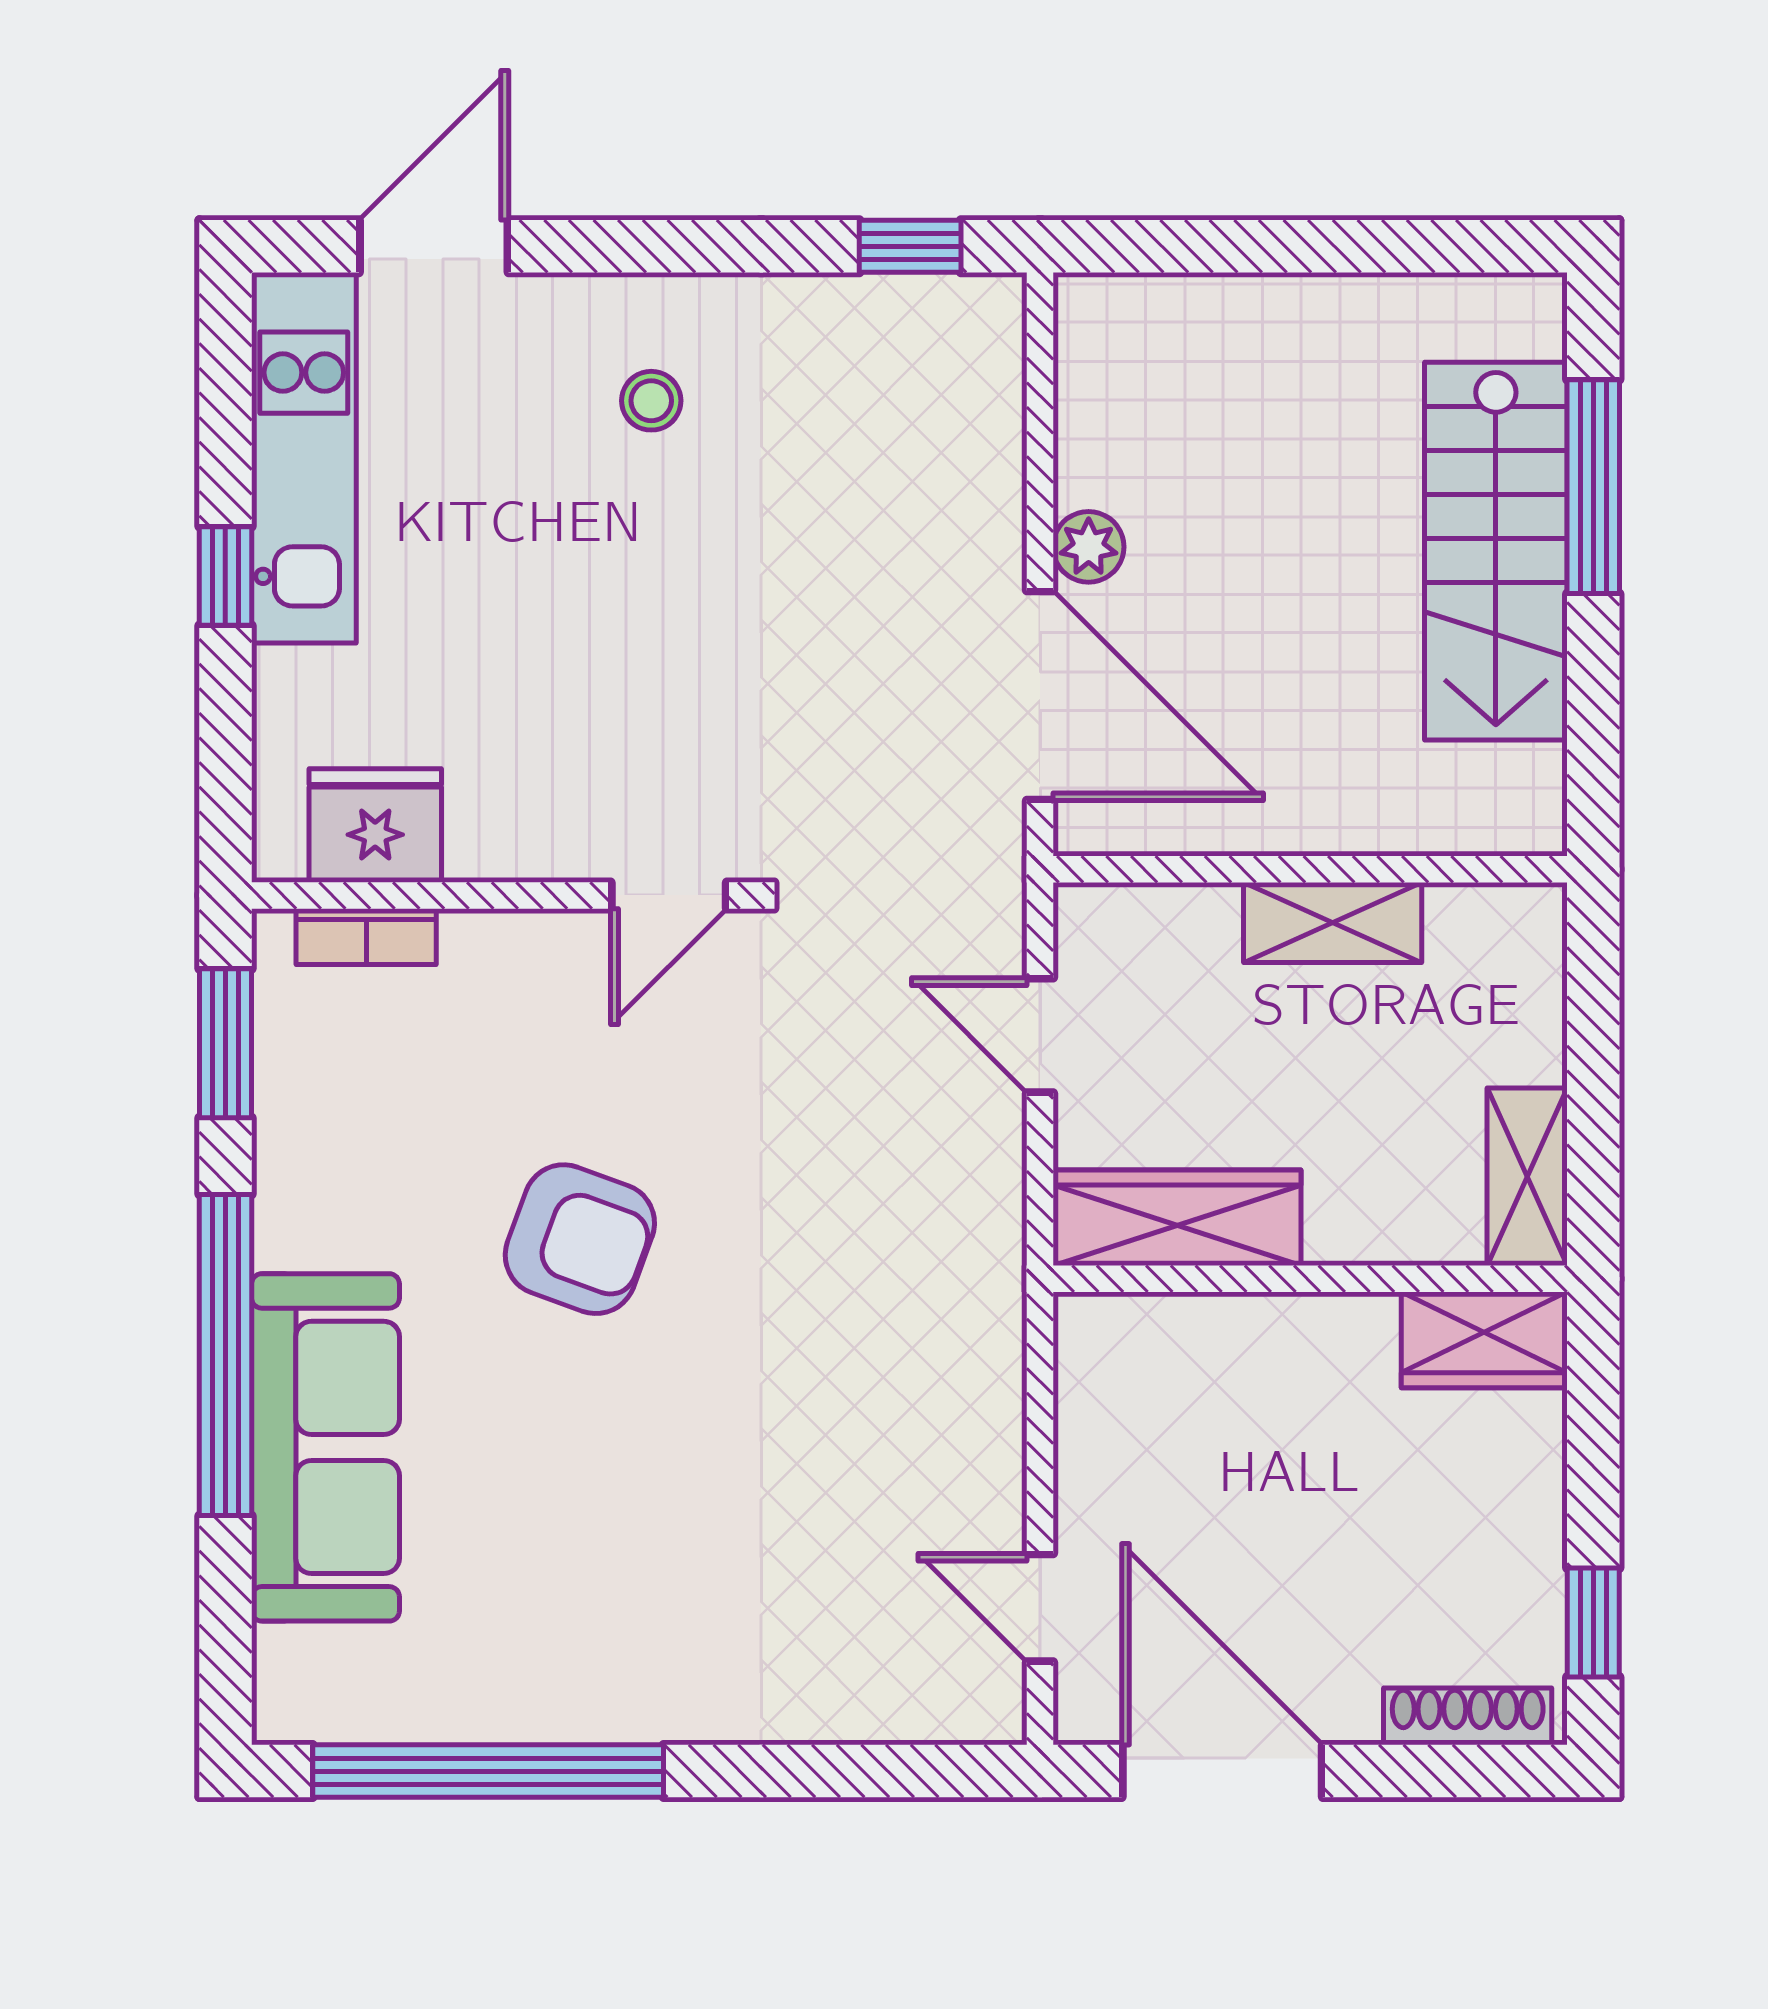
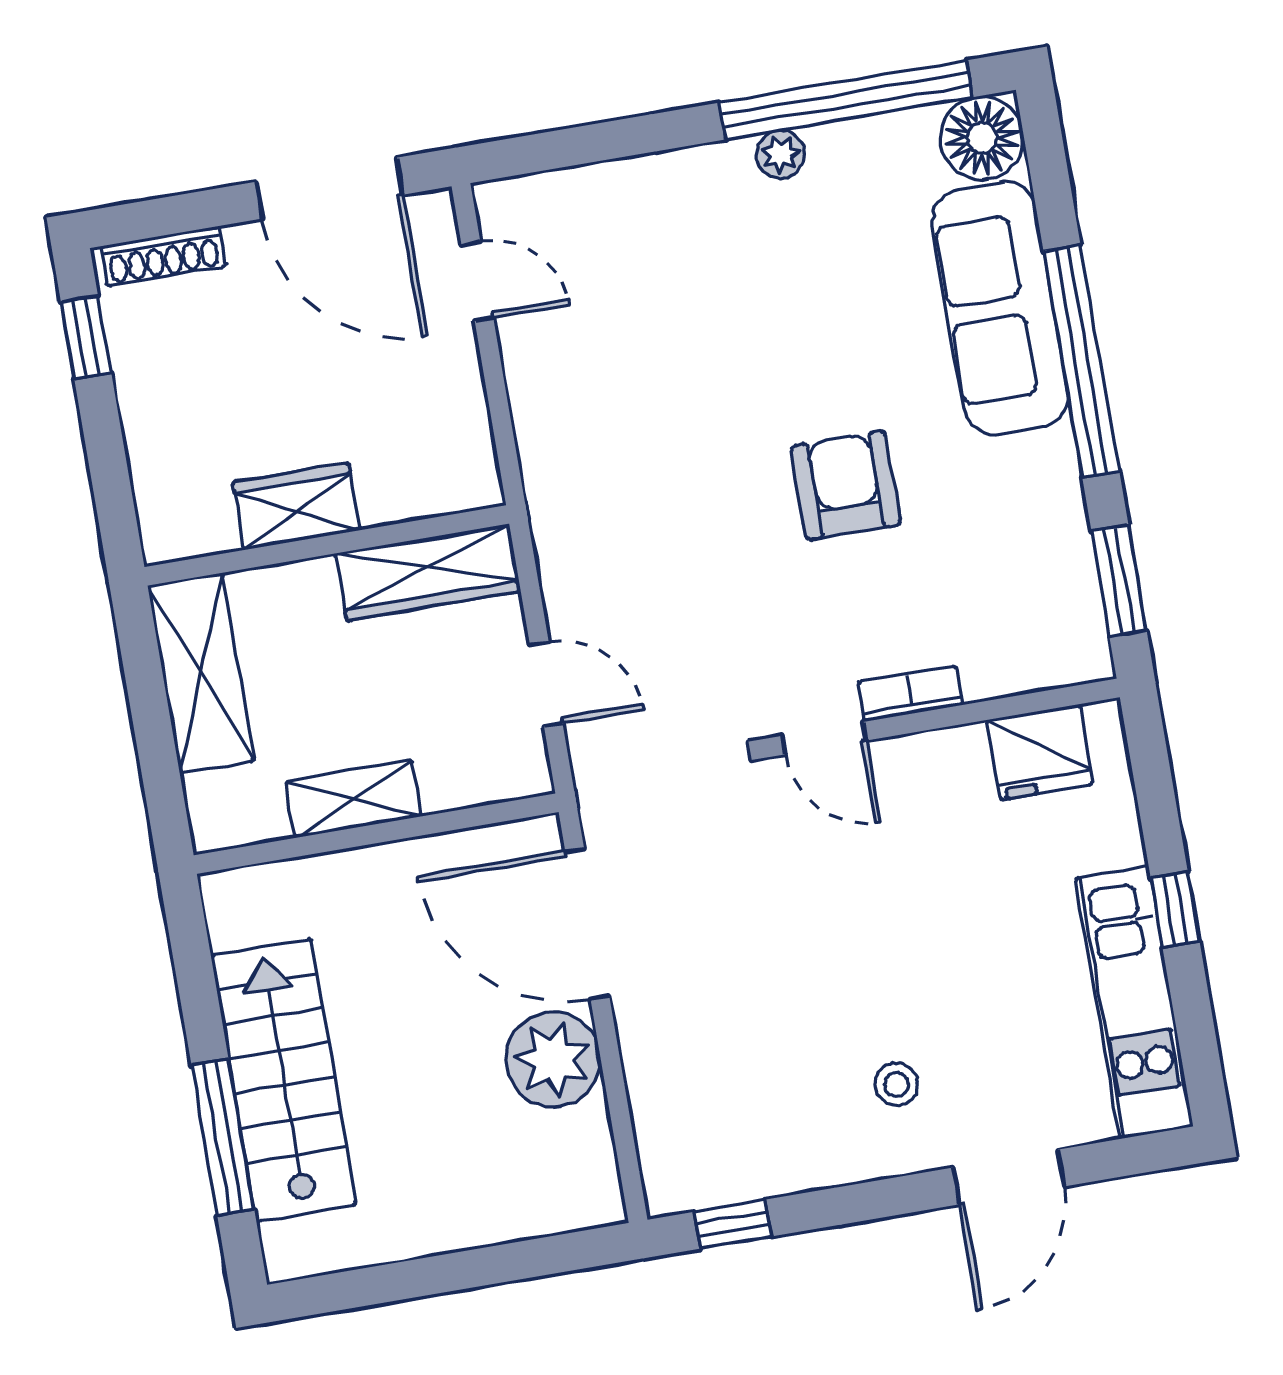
door: (434, 246) -> (1008, 1177), moved
plant: (1089, 547) -> (553, 1060), width x1.88, depth x1.88
door: (669, 895) -> (825, 738), swing flipped
bookcase: (366, 937) -> (910, 694), moved
shelving: (1527, 1177) -> (201, 673), width x1.50, depth x1.33
armchair: (580, 1239) -> (846, 485), turned 70
wardrobe: (1484, 1340) -> (296, 506), moved
floor lamp: (310, 1687) -> (982, 138), added
plant: (592, 1711) -> (780, 154), added

